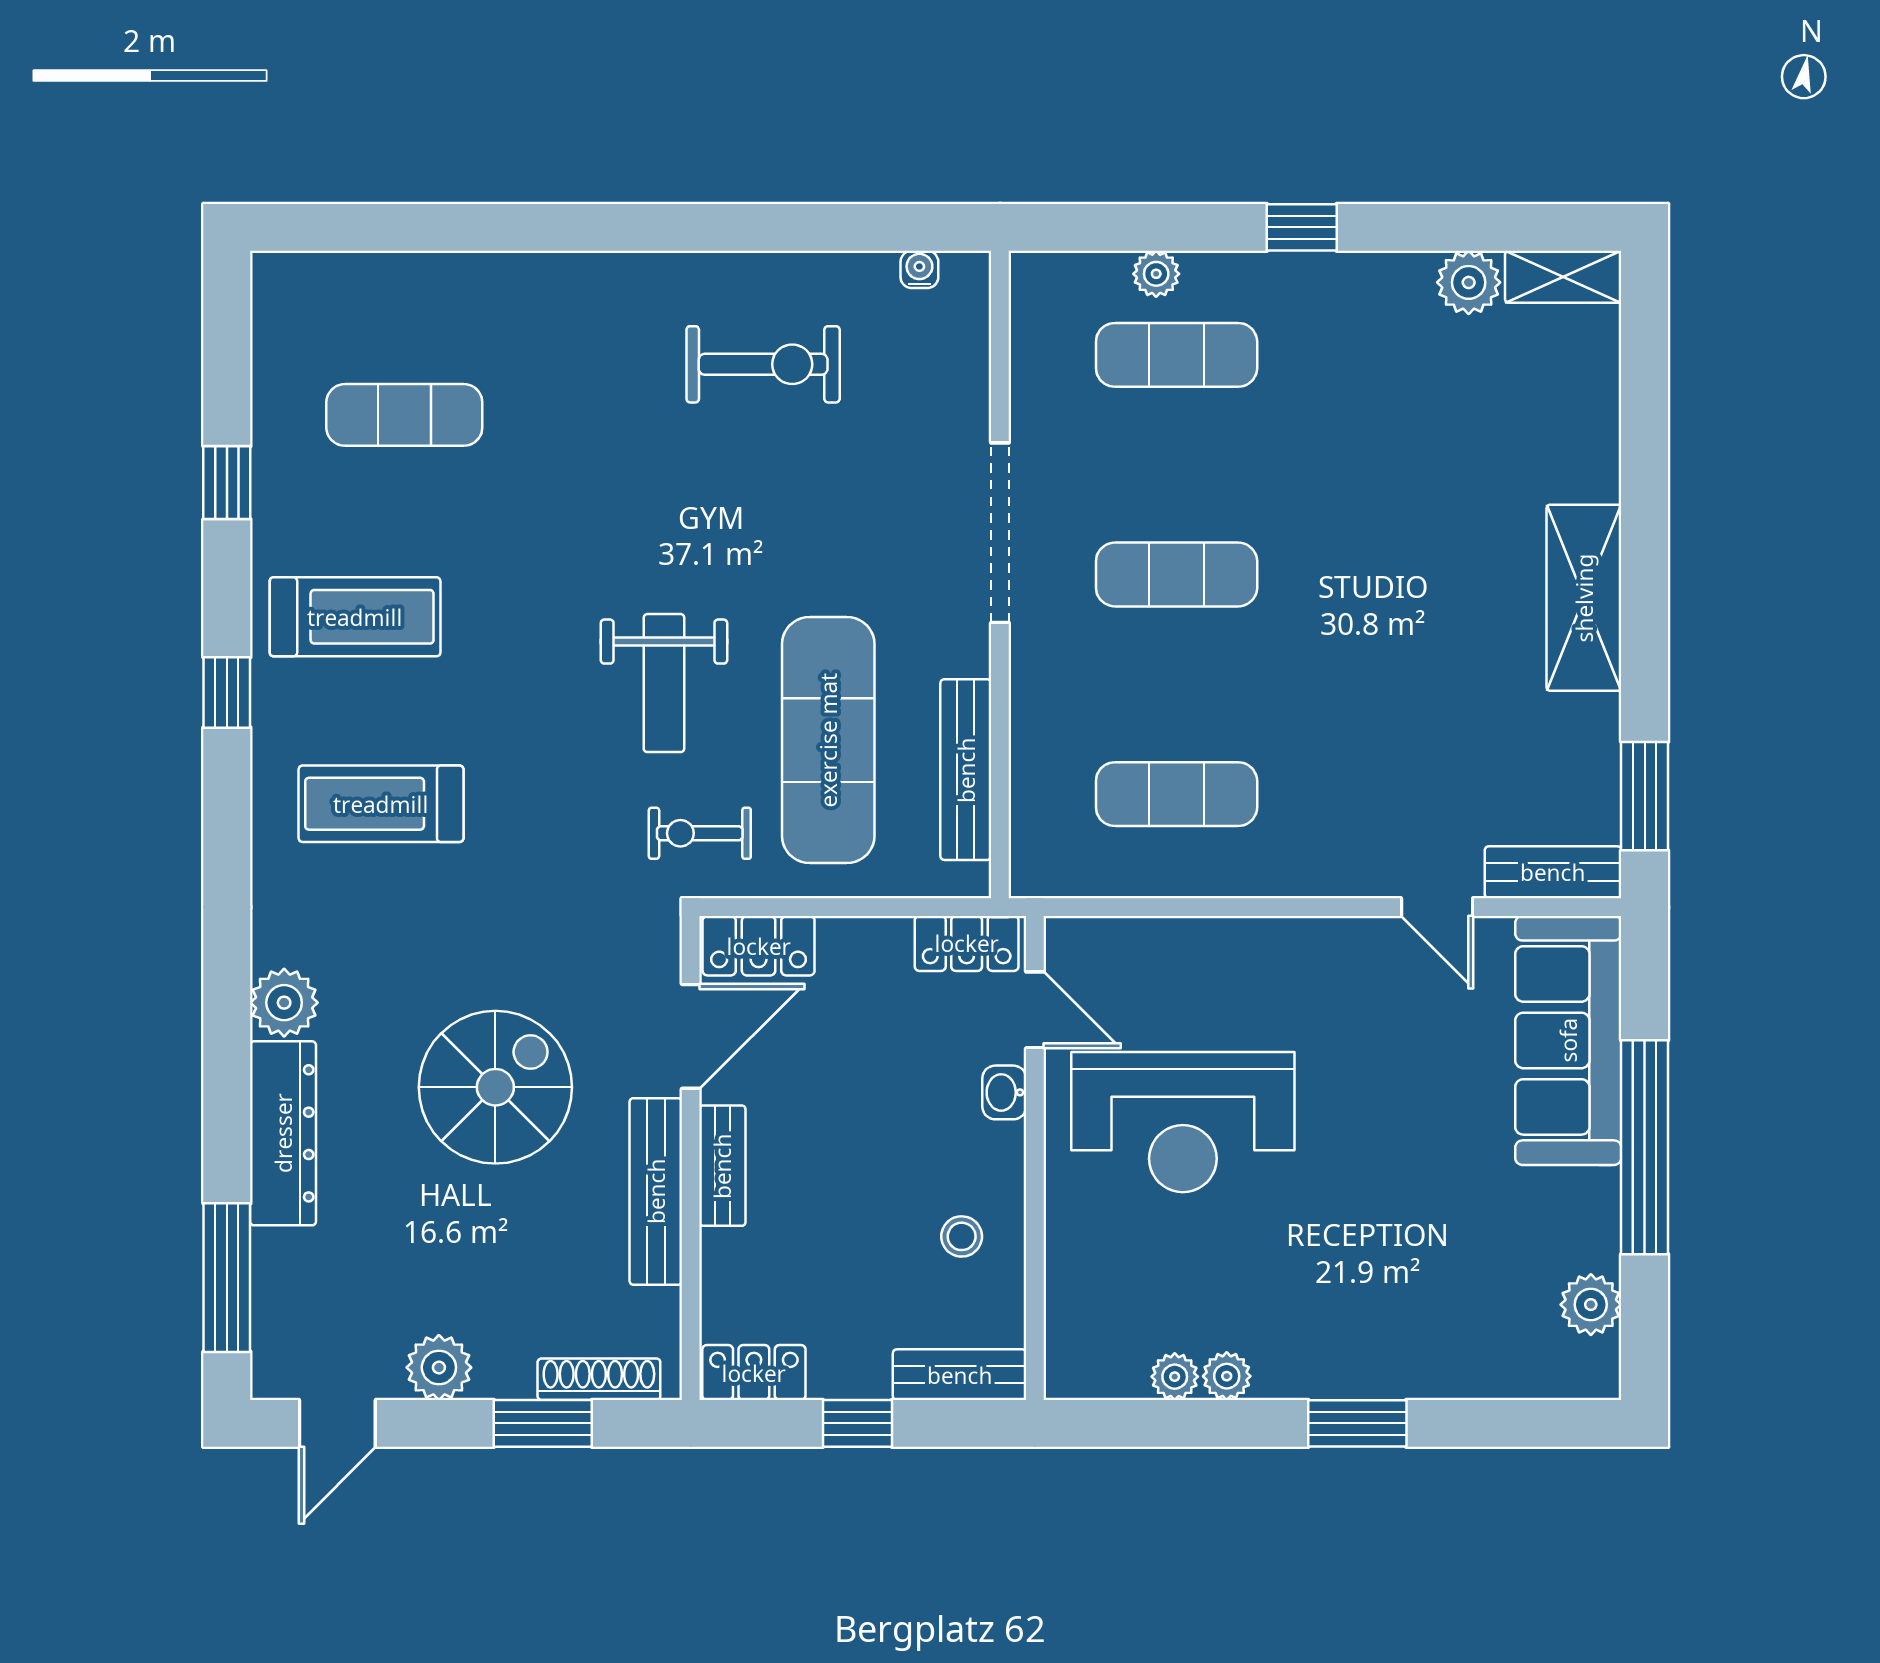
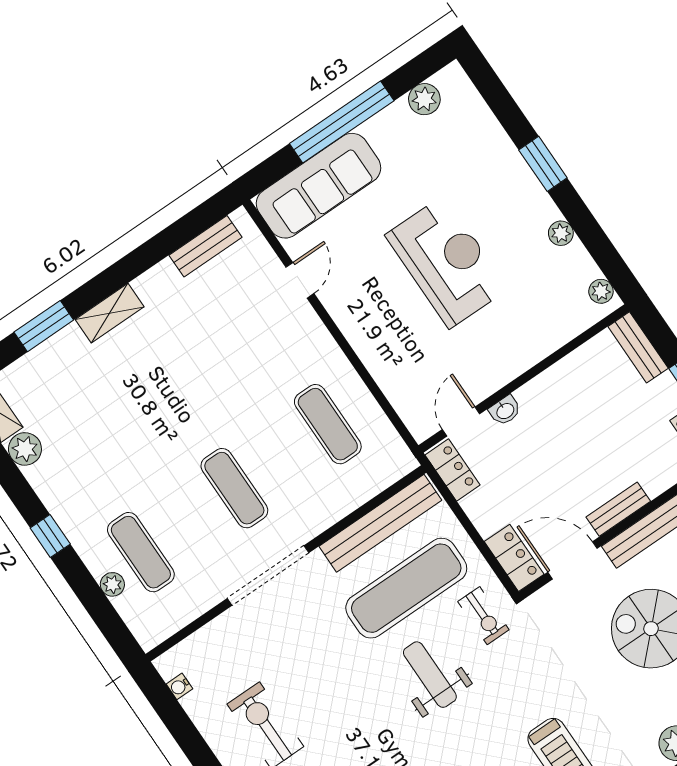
shelving: (1584, 598) -> (110, 313), width x0.67, depth x0.75
weight bench: (664, 683) -> (430, 675), turned -90
bench: (966, 770) -> (380, 523), width x1.37, depth x1.21
window: (1645, 796) -> (44, 326), moved
bench: (1553, 872) -> (205, 246), moved, turned 90
reception desk: (1183, 1122) -> (447, 262), moved
stool: (962, 1236) -> (579, 387), removed
plant: (1175, 1377) -> (601, 291), moved

